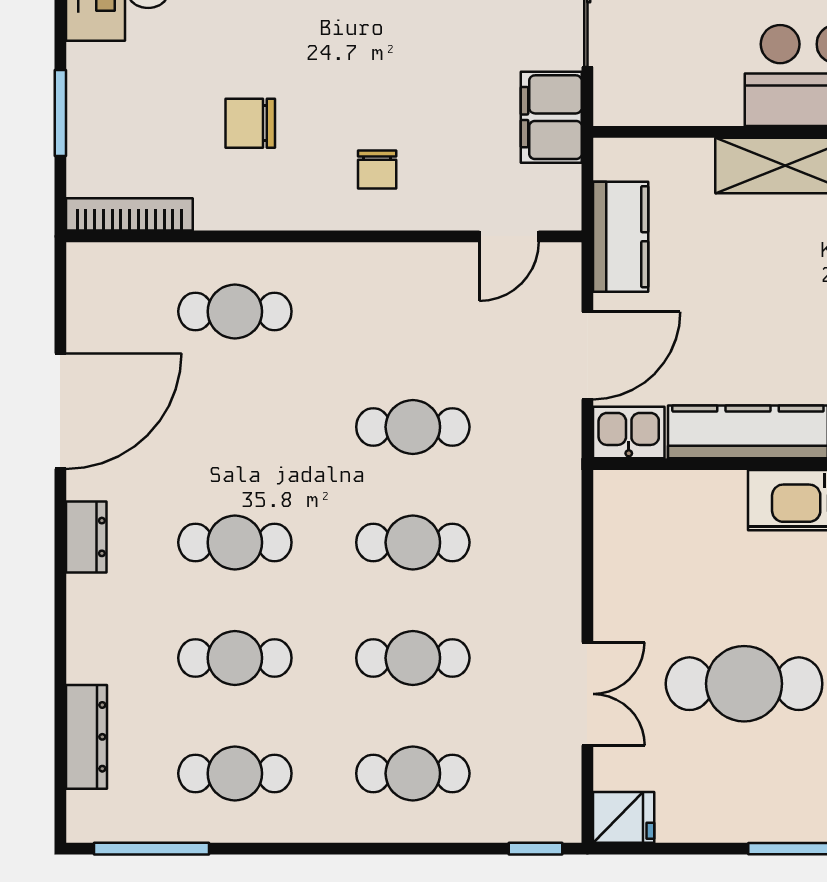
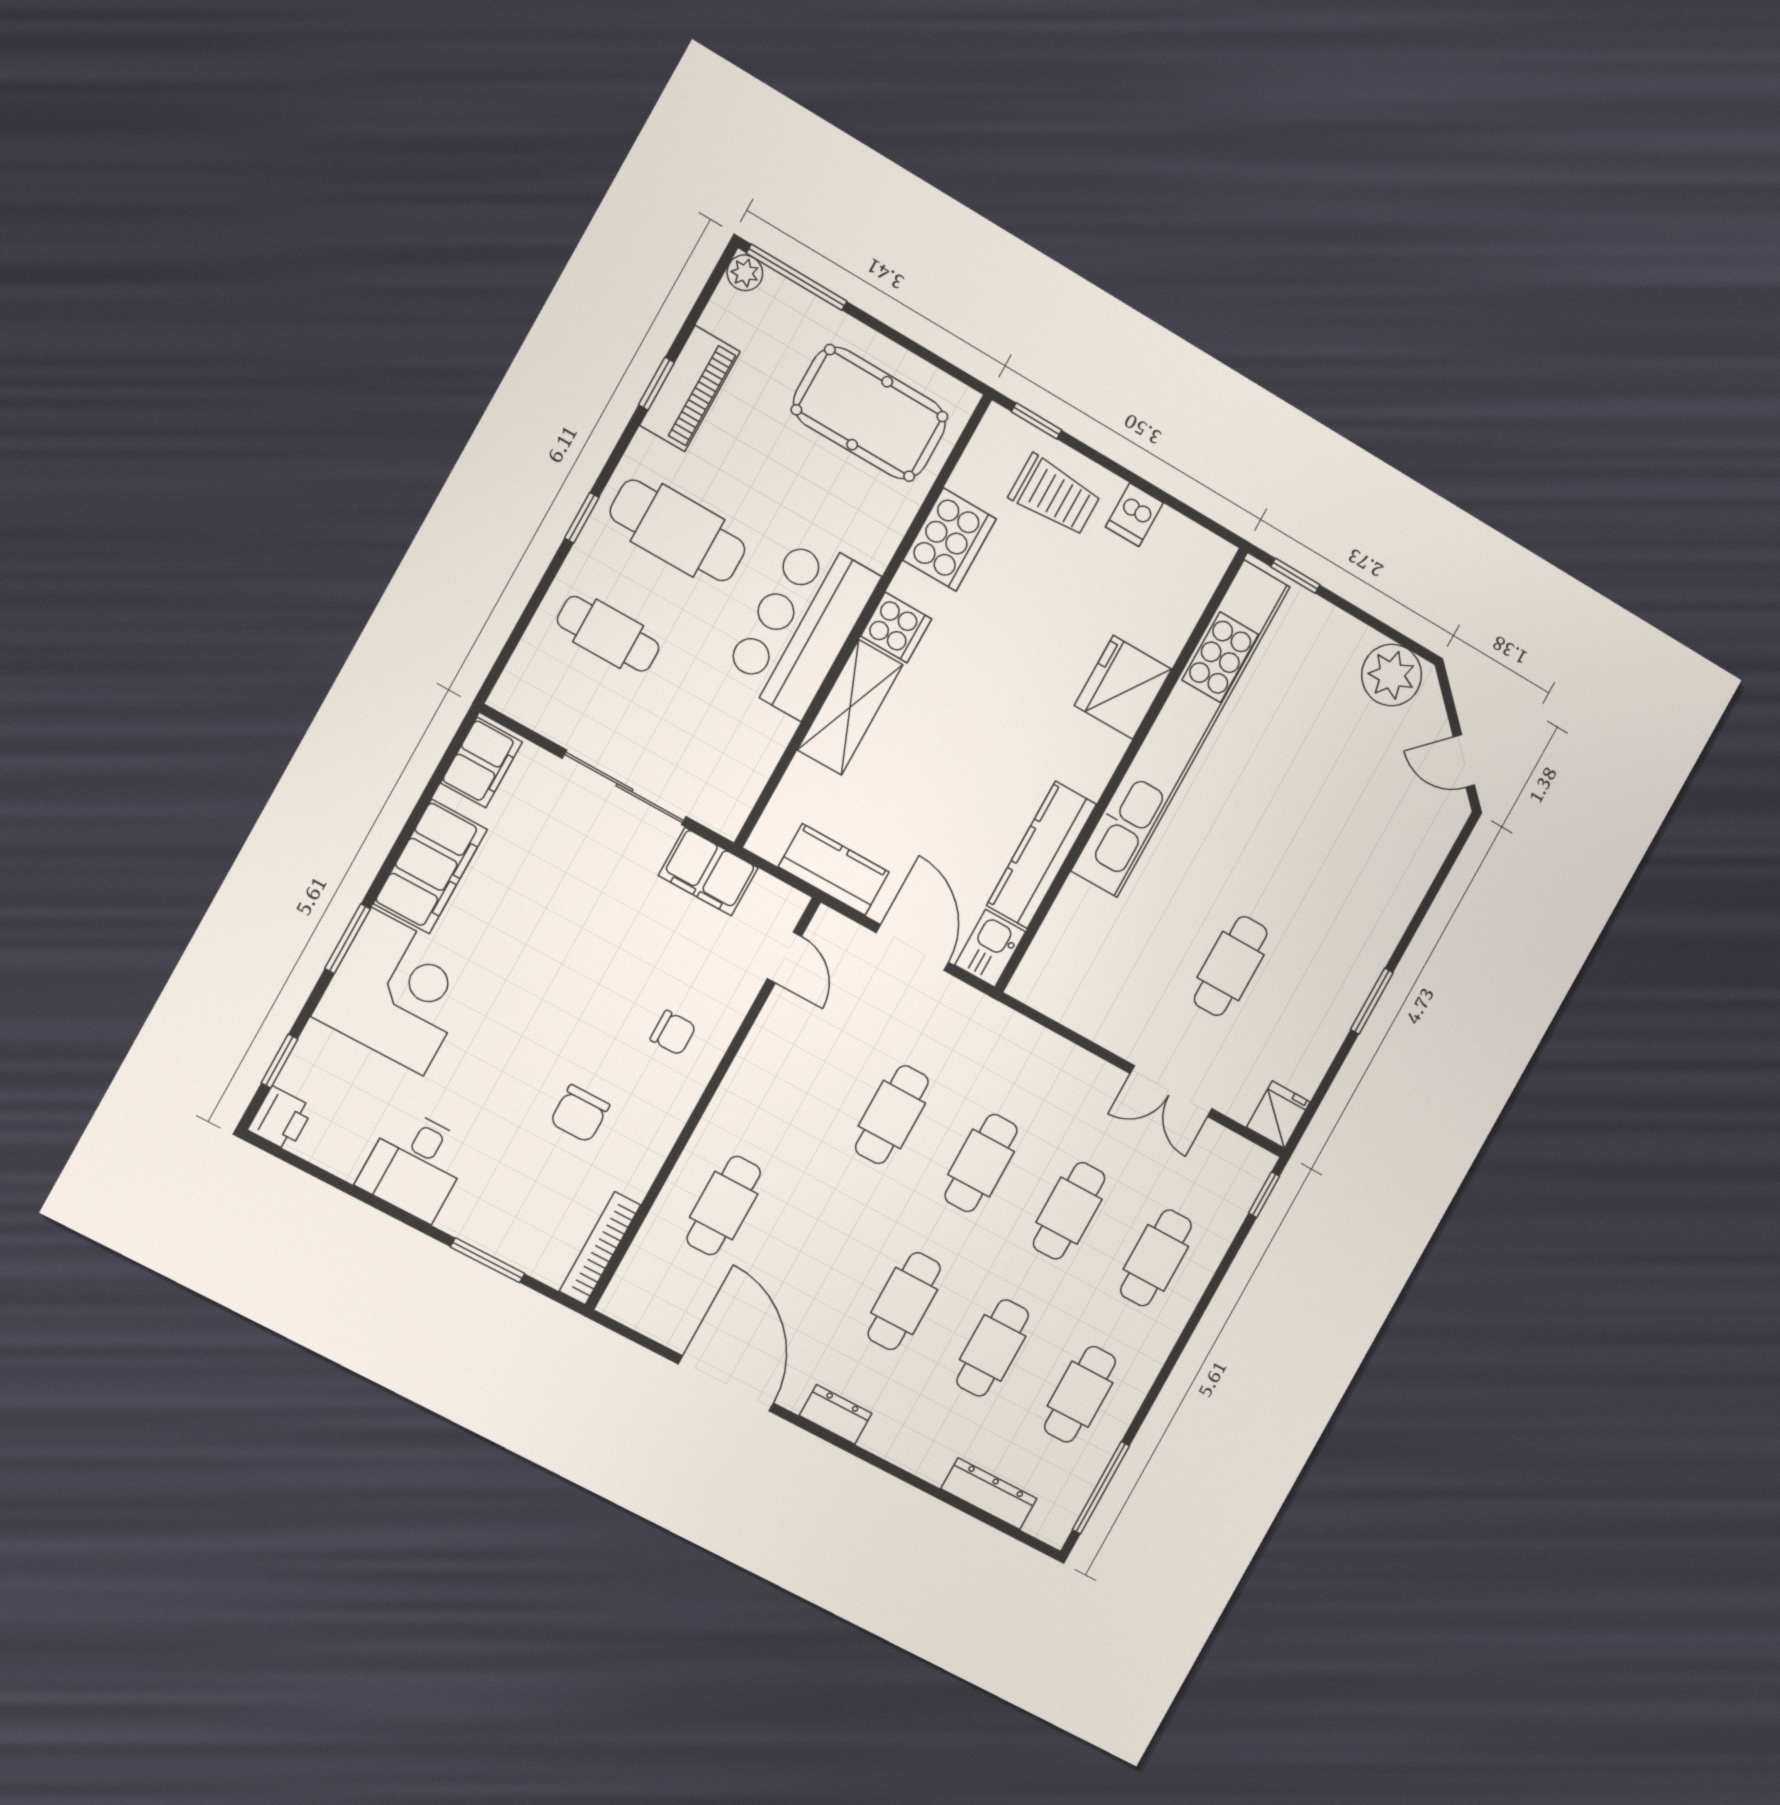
cafe table: (744, 684) -> (1231, 966), width x0.73, depth x0.74
double door: (587, 694) -> (1171, 1091), swing flipped

